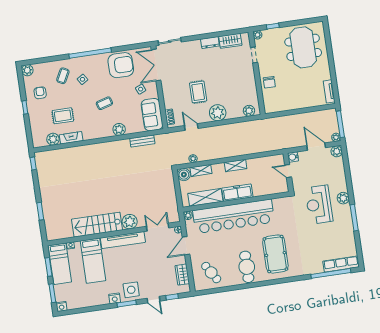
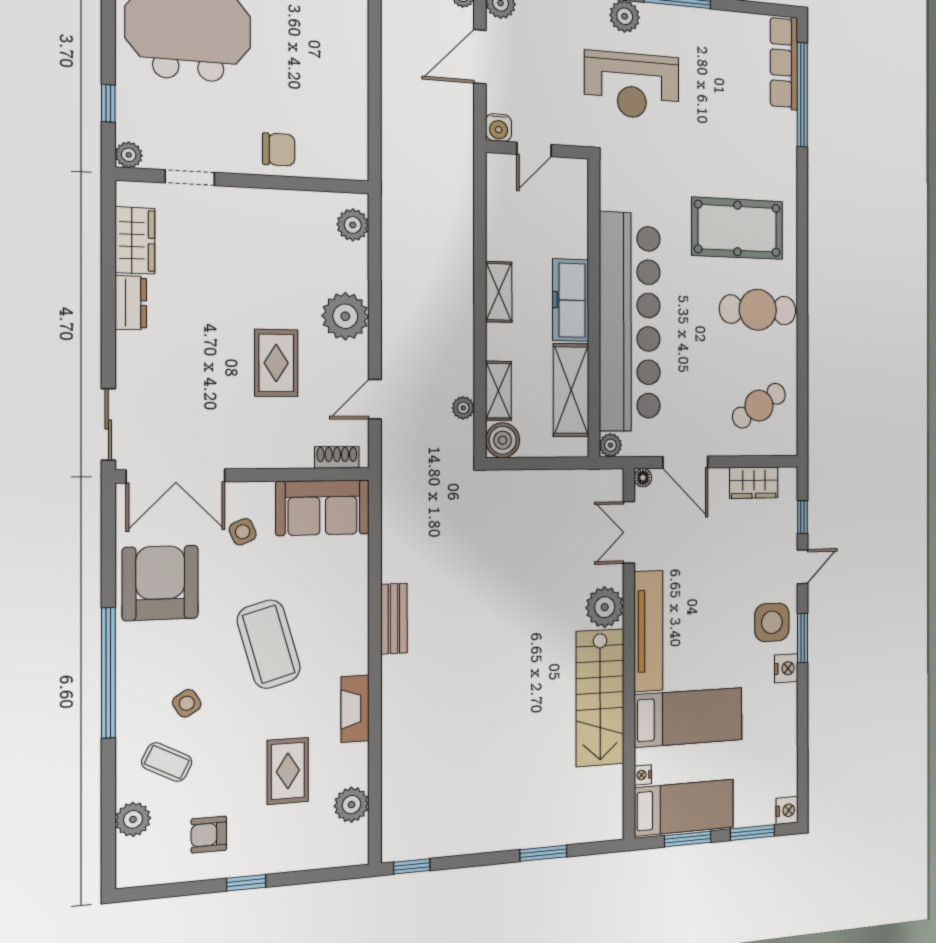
plant: (27, 70) -> (133, 819), moved
rug: (198, 92) -> (276, 363), turned 90
coffee table: (104, 103) -> (269, 644), width x1.86, depth x1.72
plant: (119, 129) -> (351, 609), removed
fireplace: (71, 138) -> (355, 709), moved
bench: (142, 141) -> (394, 619), moved

